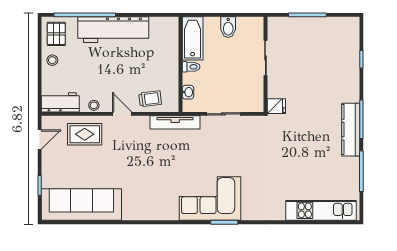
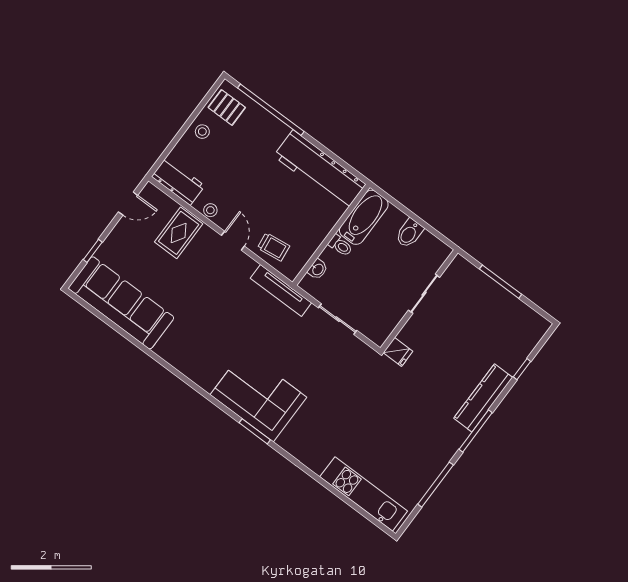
workbench: (113, 30) -> (320, 170), moved
pallet: (56, 34) -> (227, 107), turned 90
kitchen counter: (351, 130) -> (483, 398), moved
rug: (85, 134) -> (179, 233), turned 90

